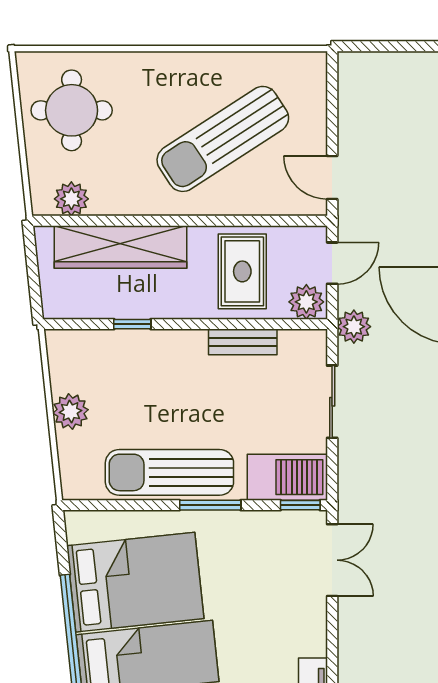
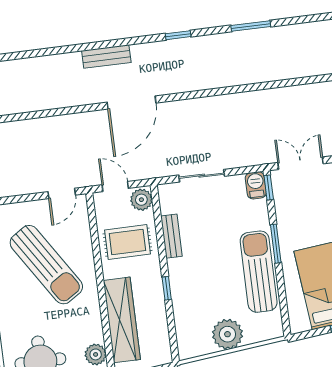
window: (132, 324) -> (167, 288), moved
plant: (354, 327) -> (153, 168), removed
plant: (70, 411) -> (227, 334), width x1.36, depth x1.36
sun lounger: (169, 472) -> (259, 272), turned 180
barbecue: (287, 477) -> (256, 185), width x0.53, depth x0.65

